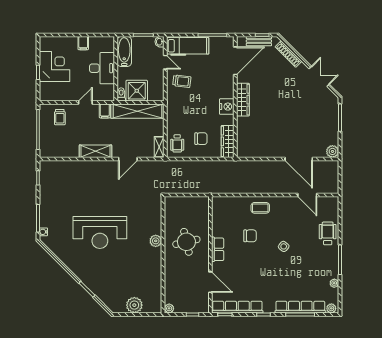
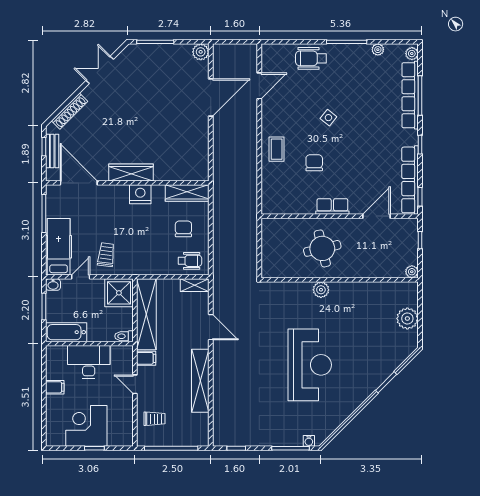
shower: (137, 91) -> (119, 293), moved
shelving: (95, 151) -> (200, 381), width x1.47

